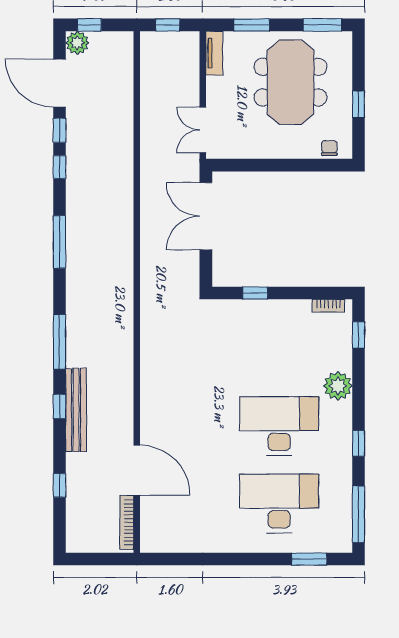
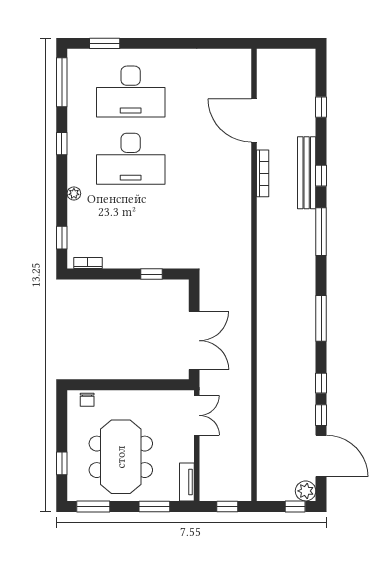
window: (359, 104) -> (62, 463), moved
plant: (338, 386) -> (74, 193), width x0.53, depth x0.53
bookcase: (127, 522) -> (263, 173), moved

